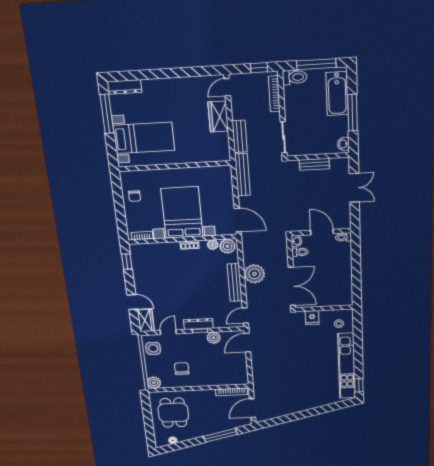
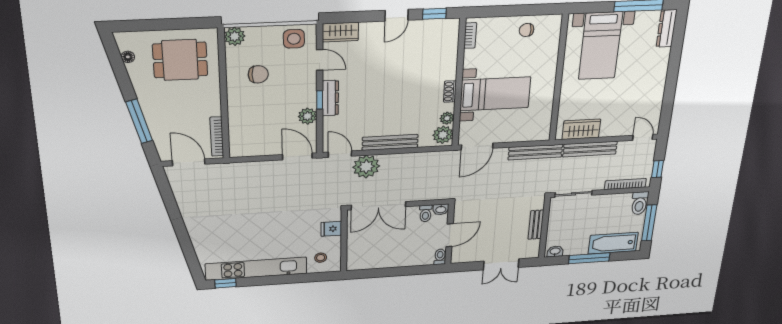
wardrobe: (218, 117) -> (581, 129), moved
bench: (240, 136) -> (590, 149), width x1.36
bed with nightstands: (182, 213) -> (495, 94), width x0.73
plant: (254, 274) -> (366, 167), moved
door: (132, 302) -> (397, 15), moved

